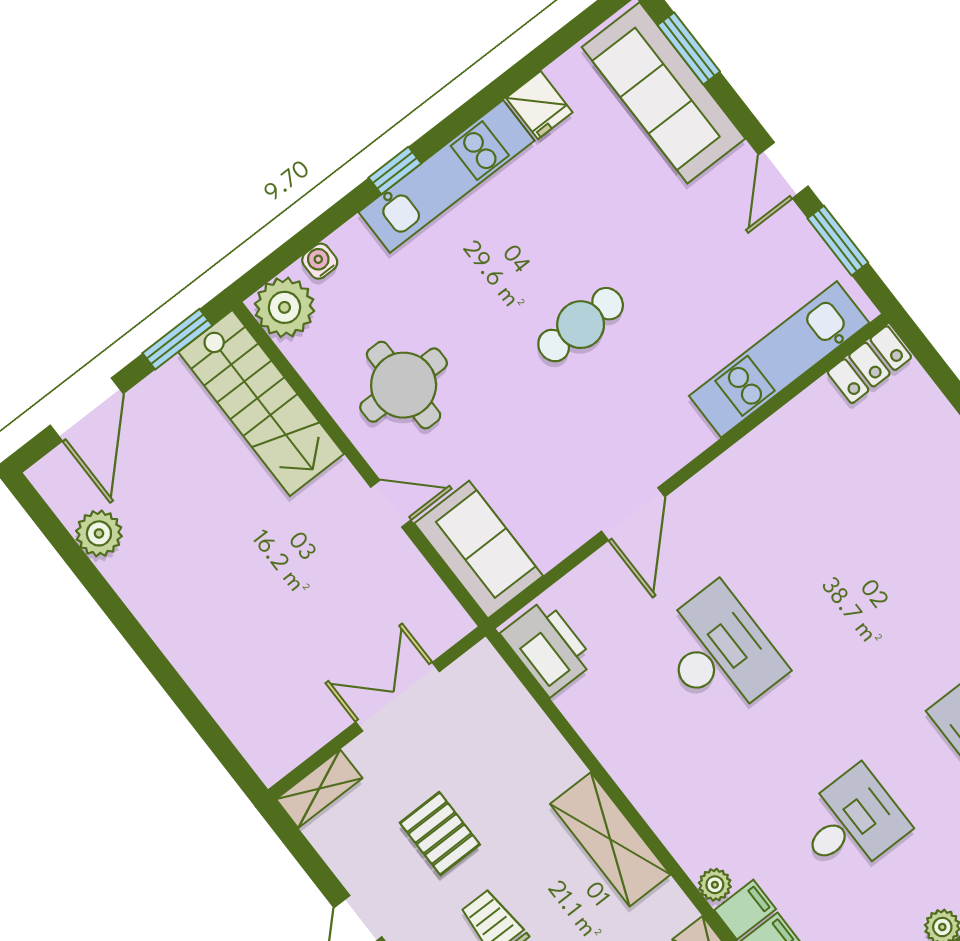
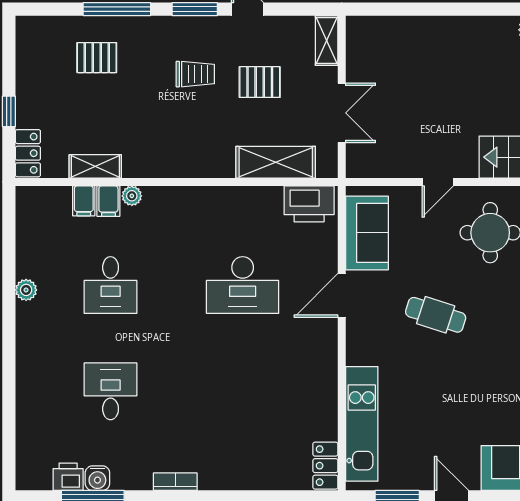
cafe table: (581, 325) -> (436, 315), moved, turned -72
door: (633, 514) -> (342, 295), hinge flipped
sofa: (479, 550) -> (367, 233), moved, turned -90
shelving: (610, 839) -> (276, 162), moved

